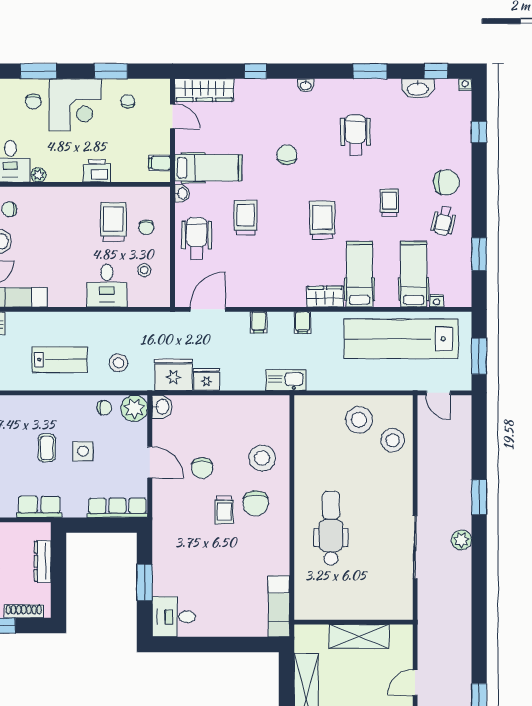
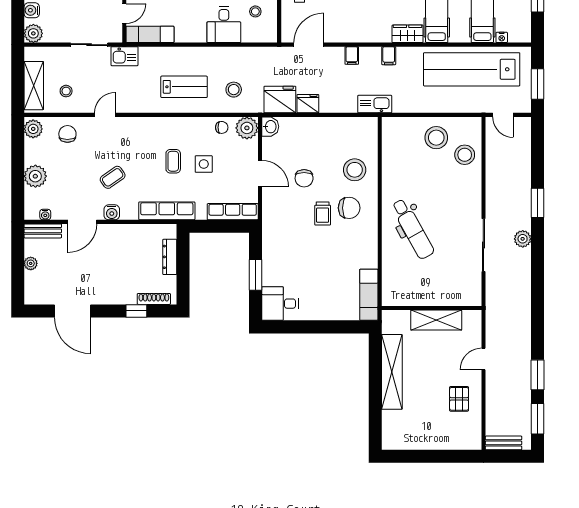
chair: (256, 503) -> (349, 208), turned -90
row of seats: (39, 507) -> (167, 211), width x1.48
dental chair: (331, 528) -> (413, 229), turned 151

